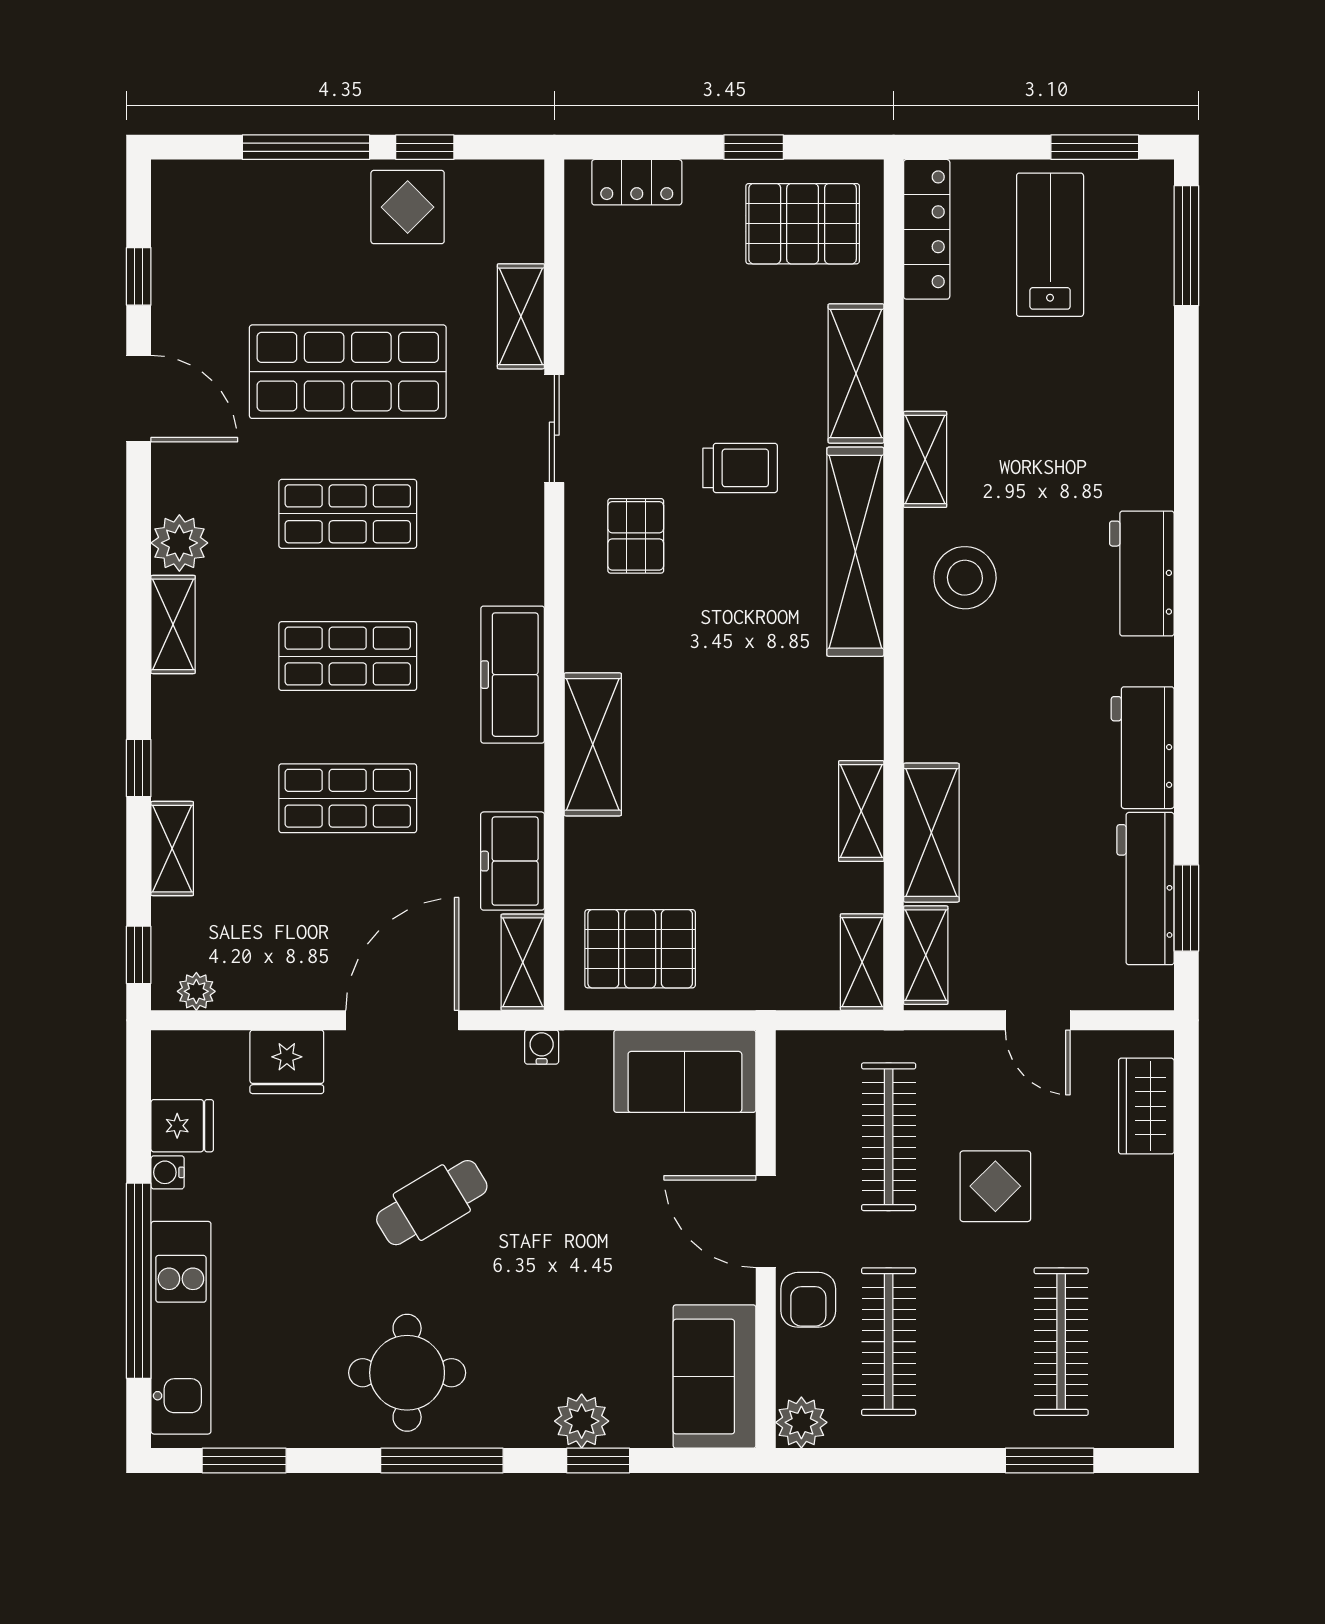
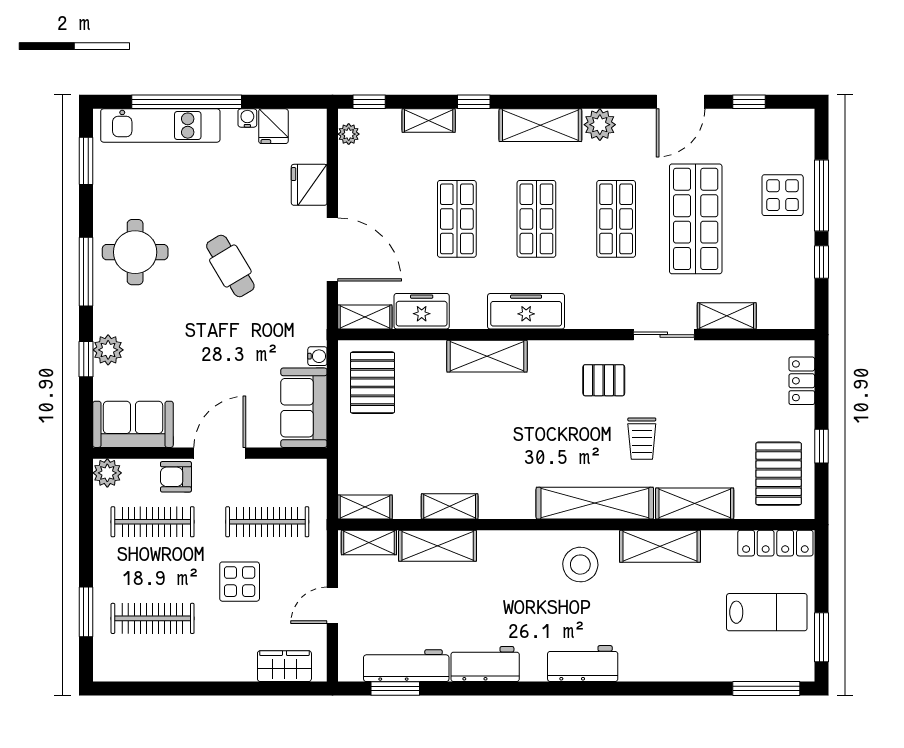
display table: (408, 207) -> (783, 195), moved
shelving: (925, 459) -> (660, 546), width x1.50, depth x1.33
shelving: (173, 624) -> (540, 125), width x1.50, depth x1.33
water cooler: (542, 1047) -> (317, 356), moved

